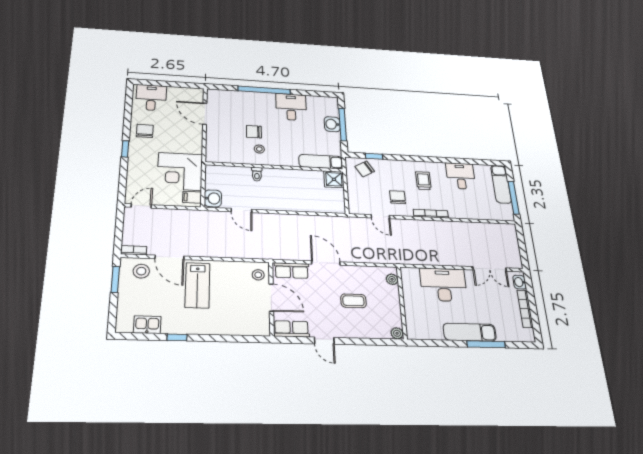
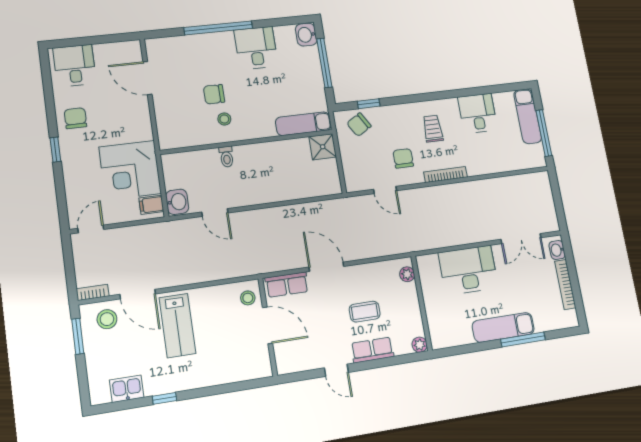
washbasin: (332, 124) -> (306, 35), moved
row of seats: (291, 329) -> (372, 350), moved

